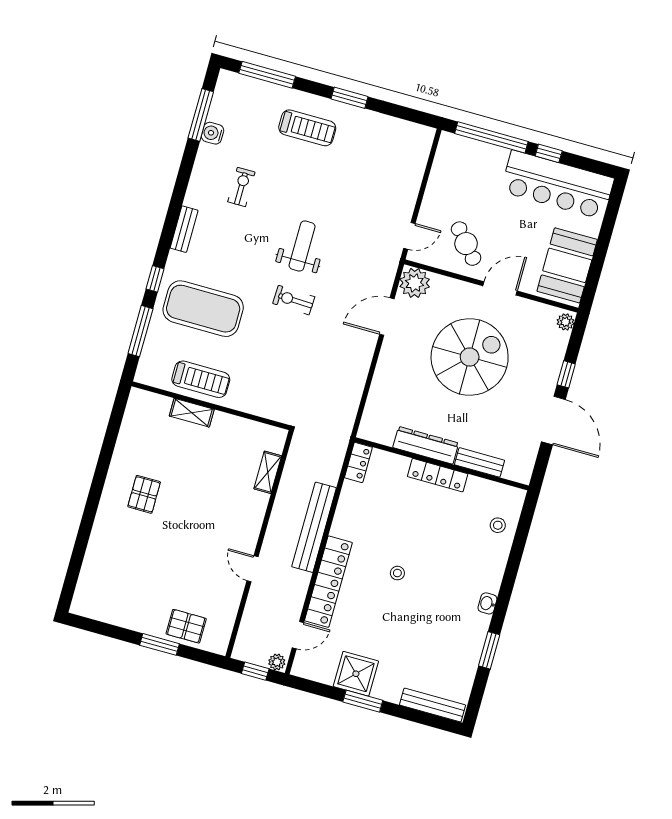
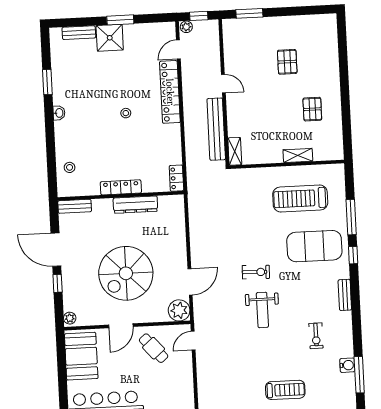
treadmill: (307, 128) -> (285, 390), turned 180
treadmill: (201, 379) -> (300, 199), width x1.37, depth x1.38
wall: (211, 406) -> (287, 164), moved
shelving: (192, 413) -> (298, 155), moved
bench: (479, 462) -> (75, 206), moved
bench: (314, 527) -> (216, 129), moved
pallet: (186, 626) -> (287, 62), moved, turned 90
window: (160, 644) -> (249, 13), moved
shower: (356, 674) -> (110, 38), moved
bench: (433, 705) -> (79, 33), width x0.73

